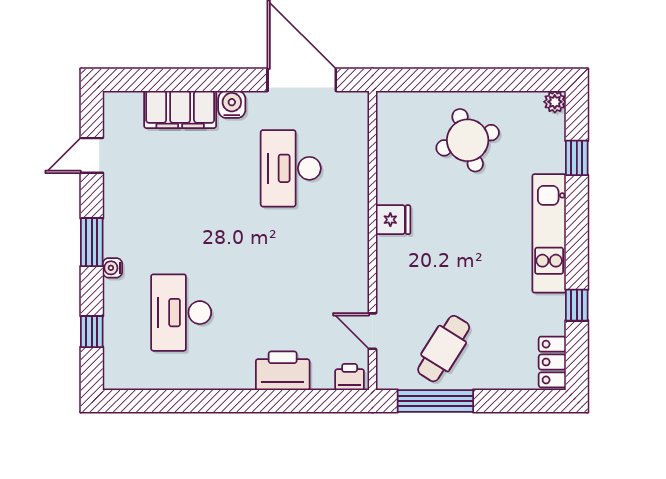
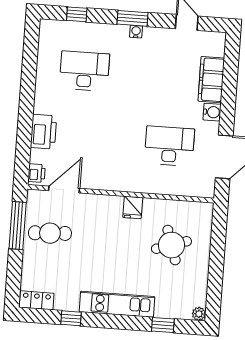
round table: (468, 140) -> (171, 245), moved
water cooler: (112, 268) -> (136, 32), moved
door: (373, 331) -> (64, 190), width x1.38
cafe table: (444, 349) -> (50, 233), turned -35

